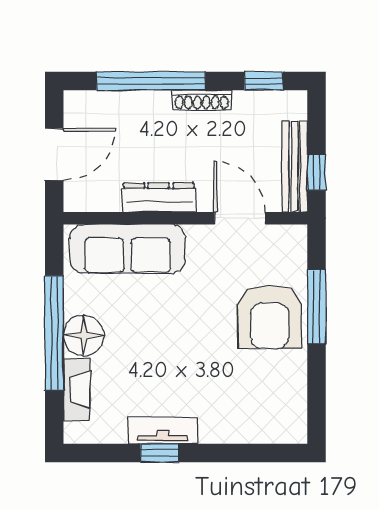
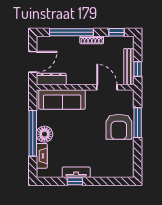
dresser: (159, 198) -> (51, 79), moved

